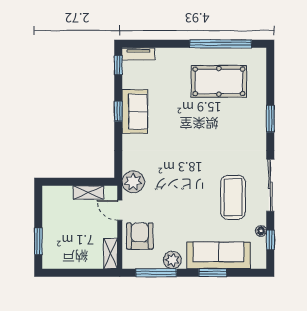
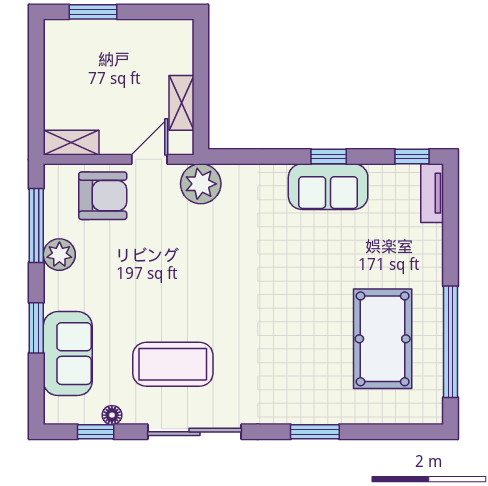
sofa: (219, 255) -> (68, 354), width x0.73

